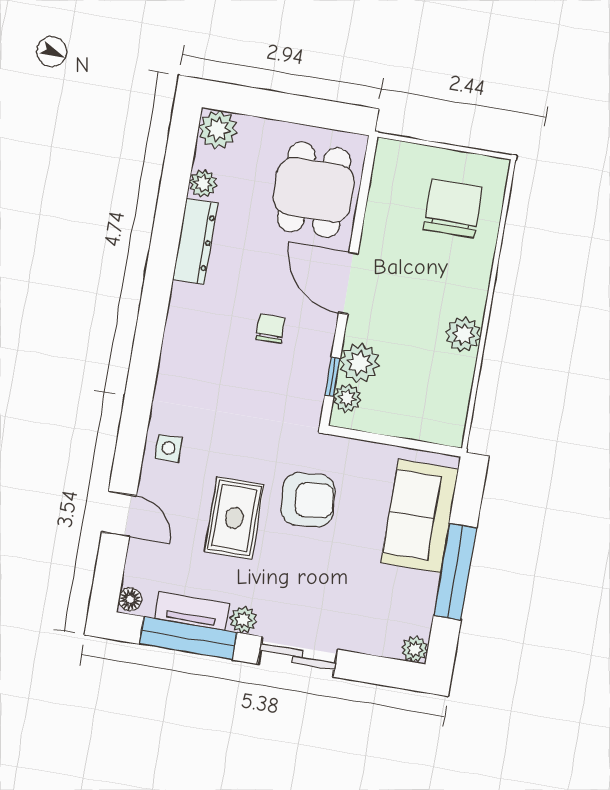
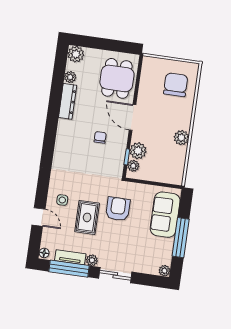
side table: (169, 448) -> (62, 200), moved
armchair: (308, 500) -> (118, 209), turned -85

